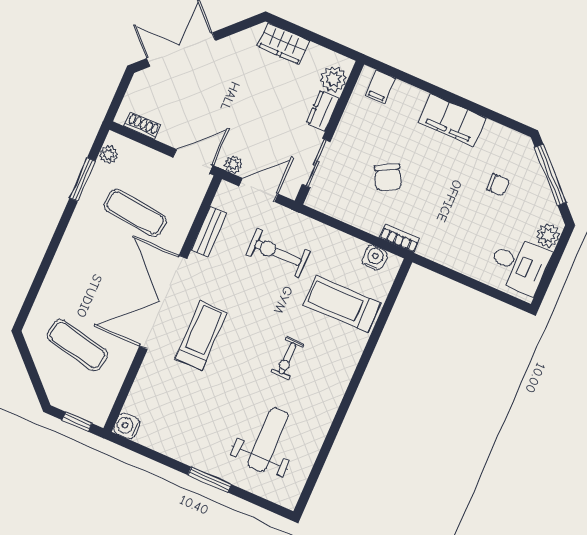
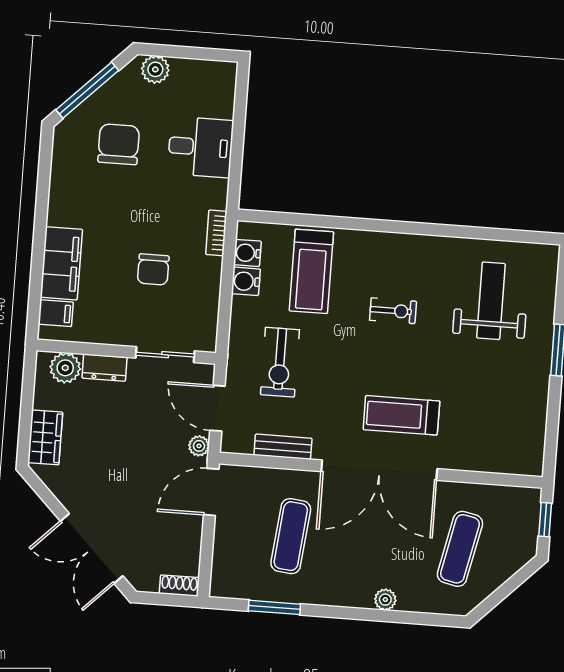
filing cabinet: (452, 120) -> (61, 263), moved
shoe rack: (143, 126) -> (179, 586), moved, turned 90
plant: (108, 154) -> (385, 600), moved
door: (193, 161) -> (211, 492), hinge flipped
chair: (388, 177) -> (153, 269), turned 118
chair: (498, 185) -> (119, 144), width x1.87, depth x1.87
desk: (519, 265) -> (200, 147), moved, turned 90
water cooler: (127, 426) -> (246, 281), moved, turned 90
weight bench: (268, 440) -> (491, 301), turned 90

